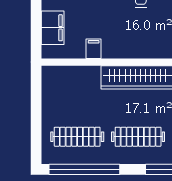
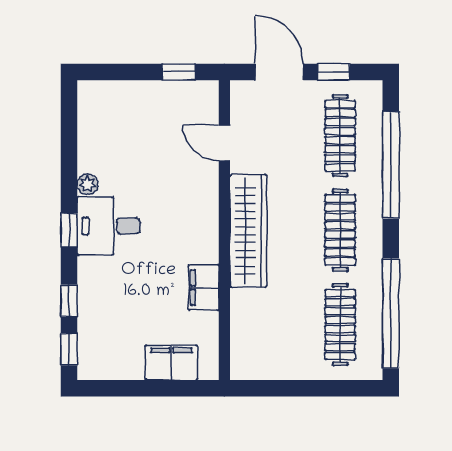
filing cabinet: (94, 49) -> (204, 288), width x2.00

